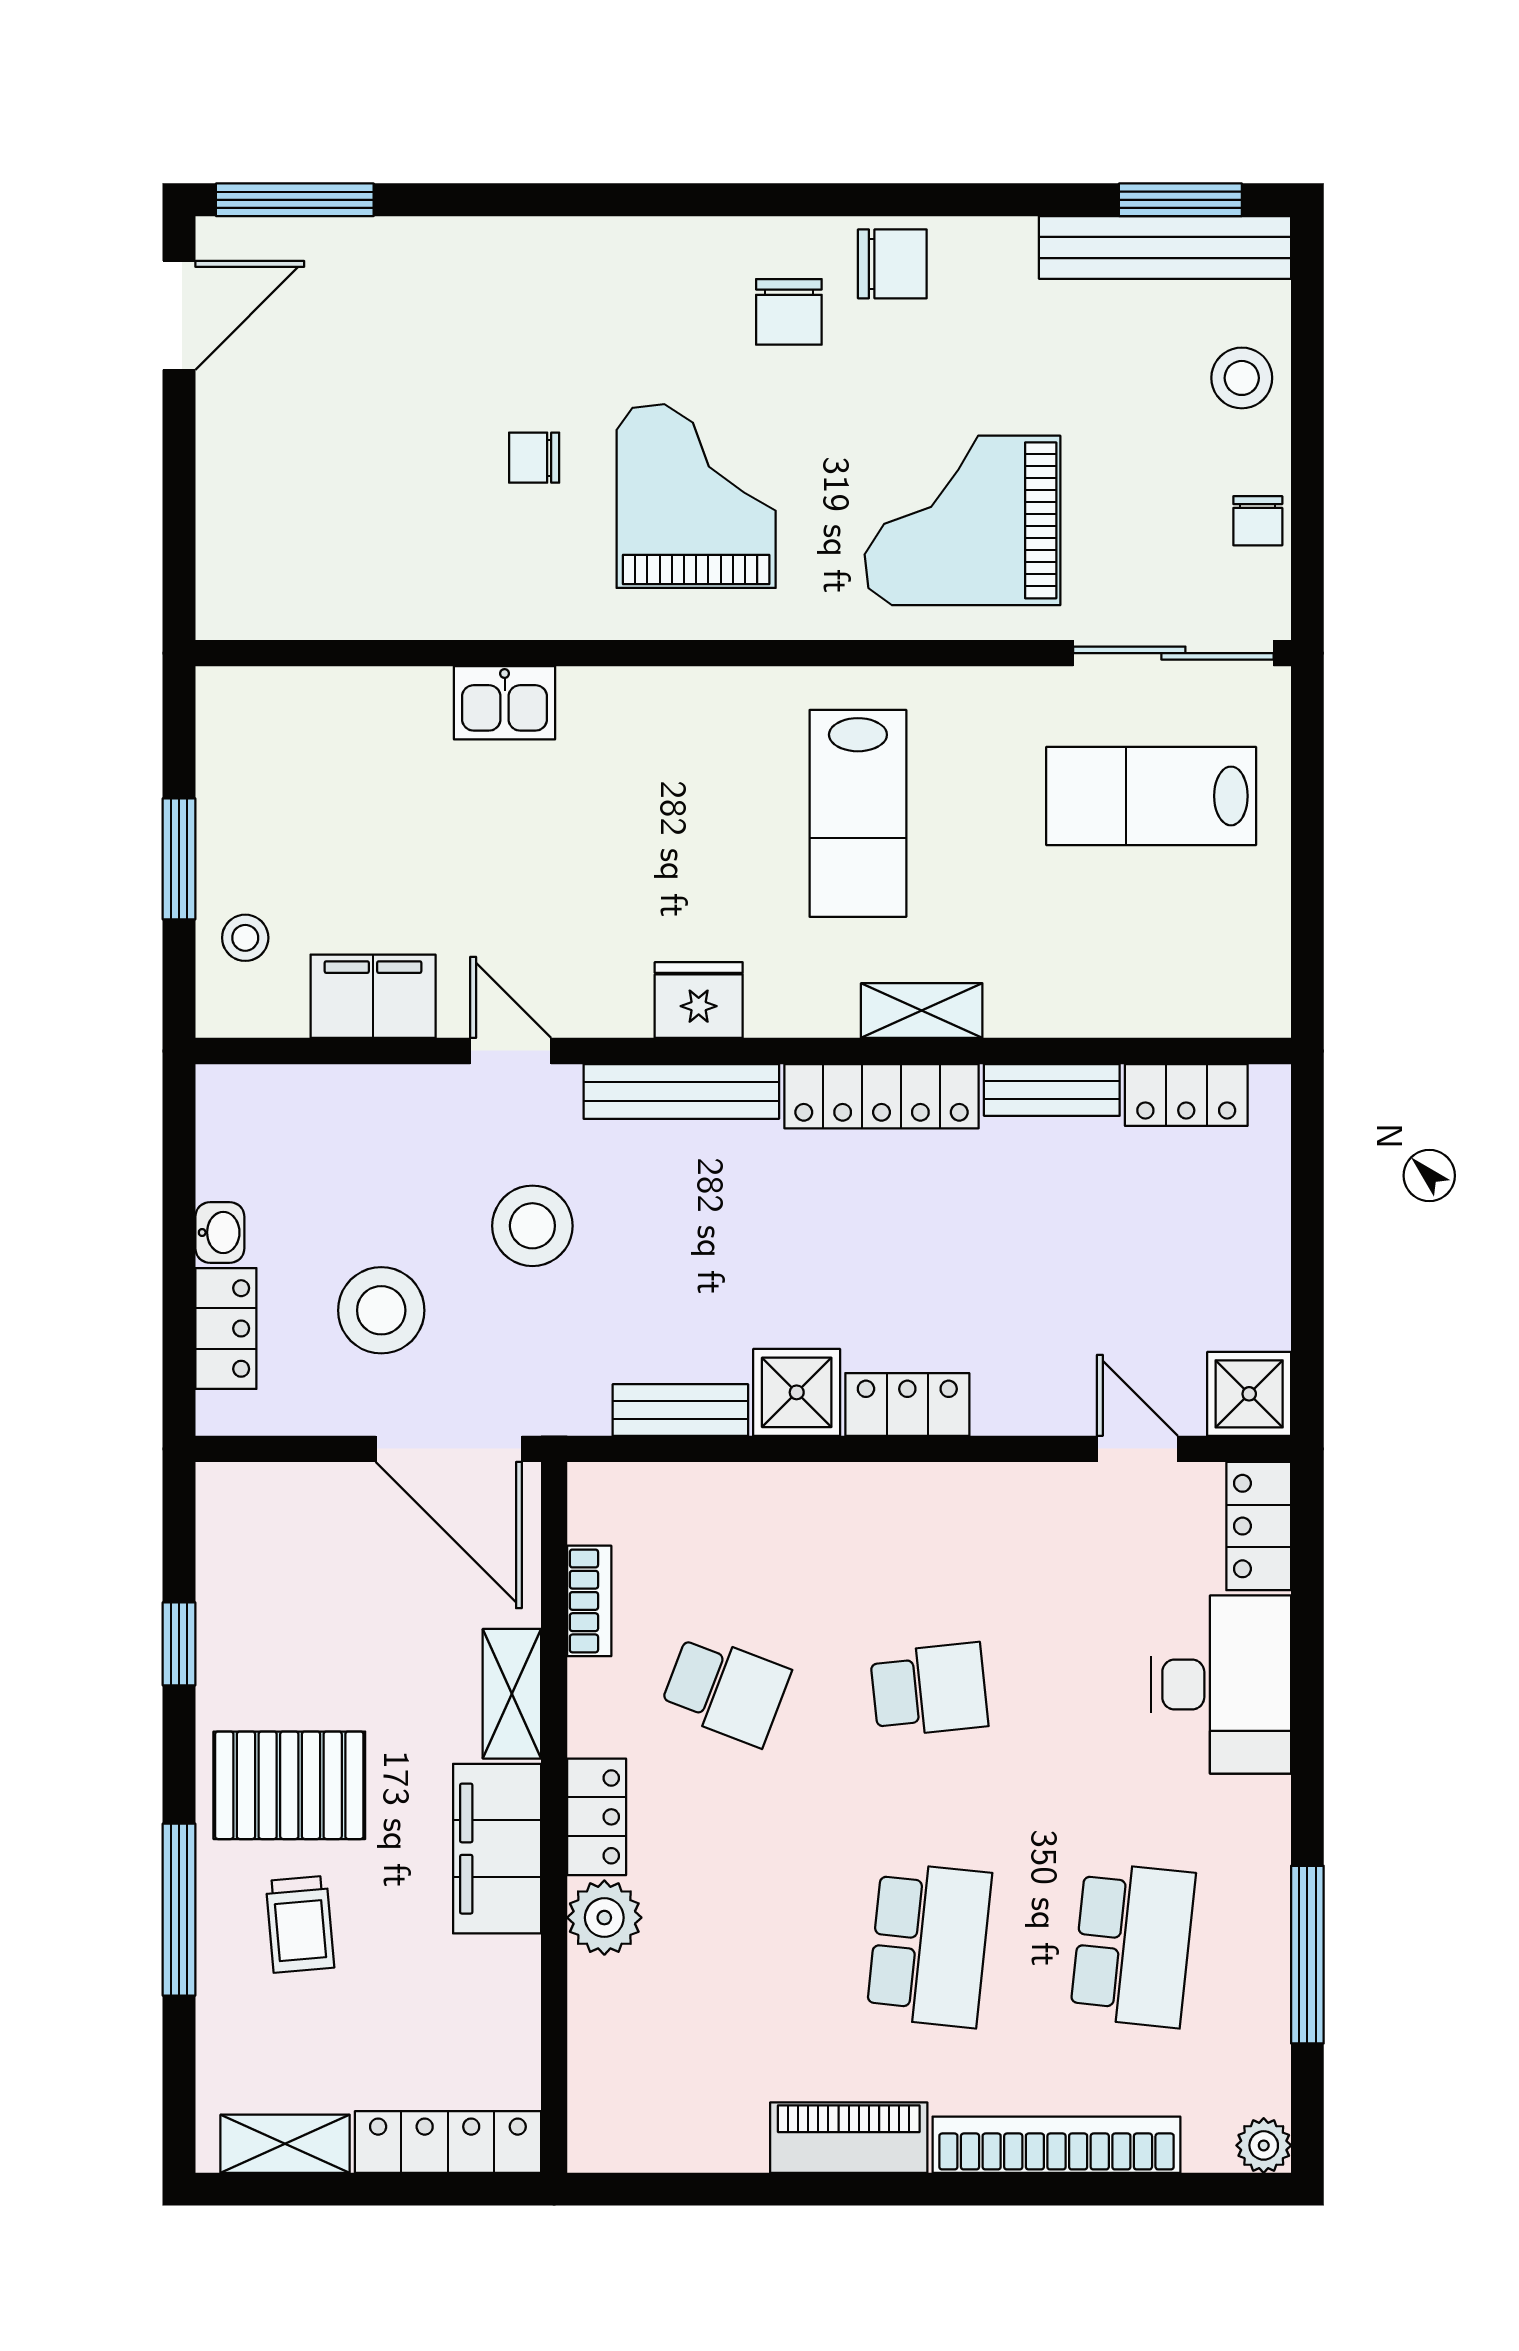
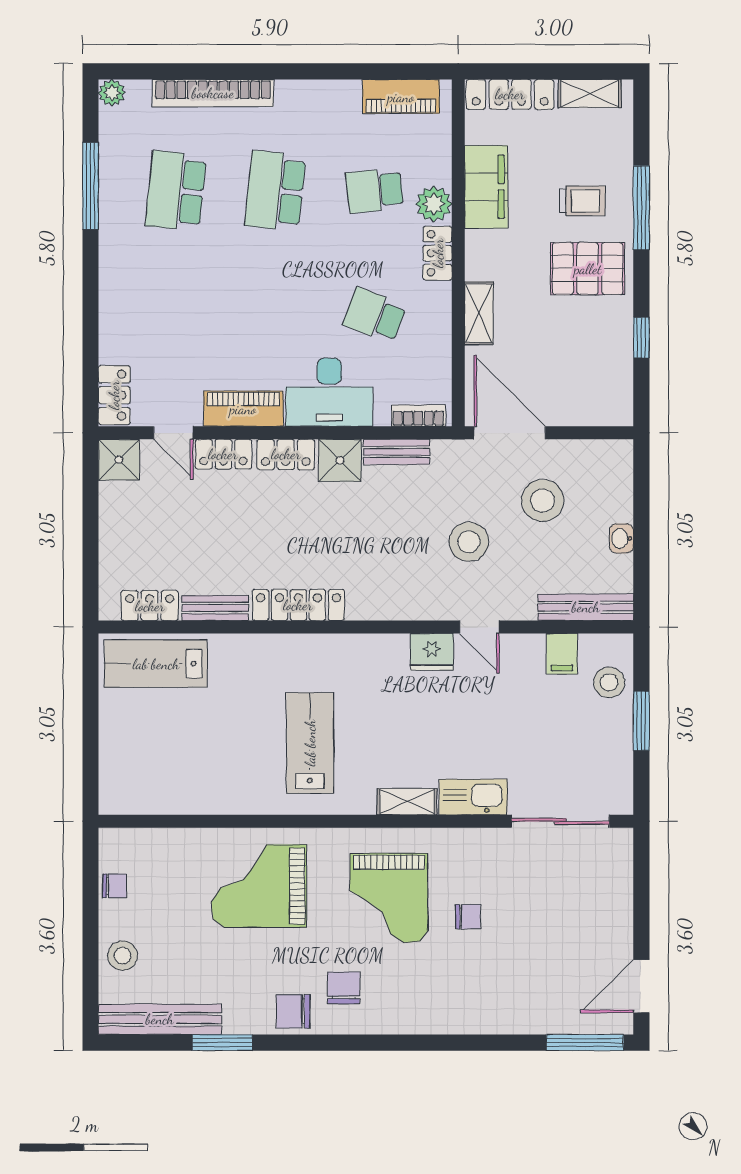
window: (1180, 200) -> (222, 1043), moved
grand piano: (962, 520) -> (259, 886), turned 180
chair: (1258, 521) -> (115, 886), turned 90
sliding door: (1173, 653) -> (560, 821), moved
kitchen sink: (505, 703) -> (473, 797), width x1.38
lab bench: (1151, 796) -> (156, 664), moved, turned 180
stool: (245, 938) -> (609, 682), width x1.37, depth x1.37
filing cabinet: (373, 996) -> (562, 654), width x0.50
fridge: (699, 1000) -> (432, 652), moved
shelving: (922, 1011) -> (407, 802), moved
bench: (681, 1091) -> (586, 607), moved
locker: (226, 1328) -> (223, 454), moved, turned -90
piano: (994, 1498) -> (243, 409), added
bookcase: (589, 1601) -> (418, 416), moved, turned 90
desk: (1221, 1685) -> (329, 392), moved, turned -90
school desk: (929, 1690) -> (375, 191), moved
filing cabinet: (497, 1849) -> (486, 187), moved
trolley: (300, 1924) -> (582, 201), turned 95
piano: (849, 2138) -> (401, 97), moved

